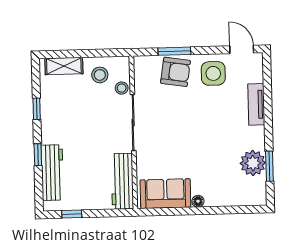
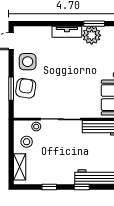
tv unit: (256, 104) -> (67, 32), moved

